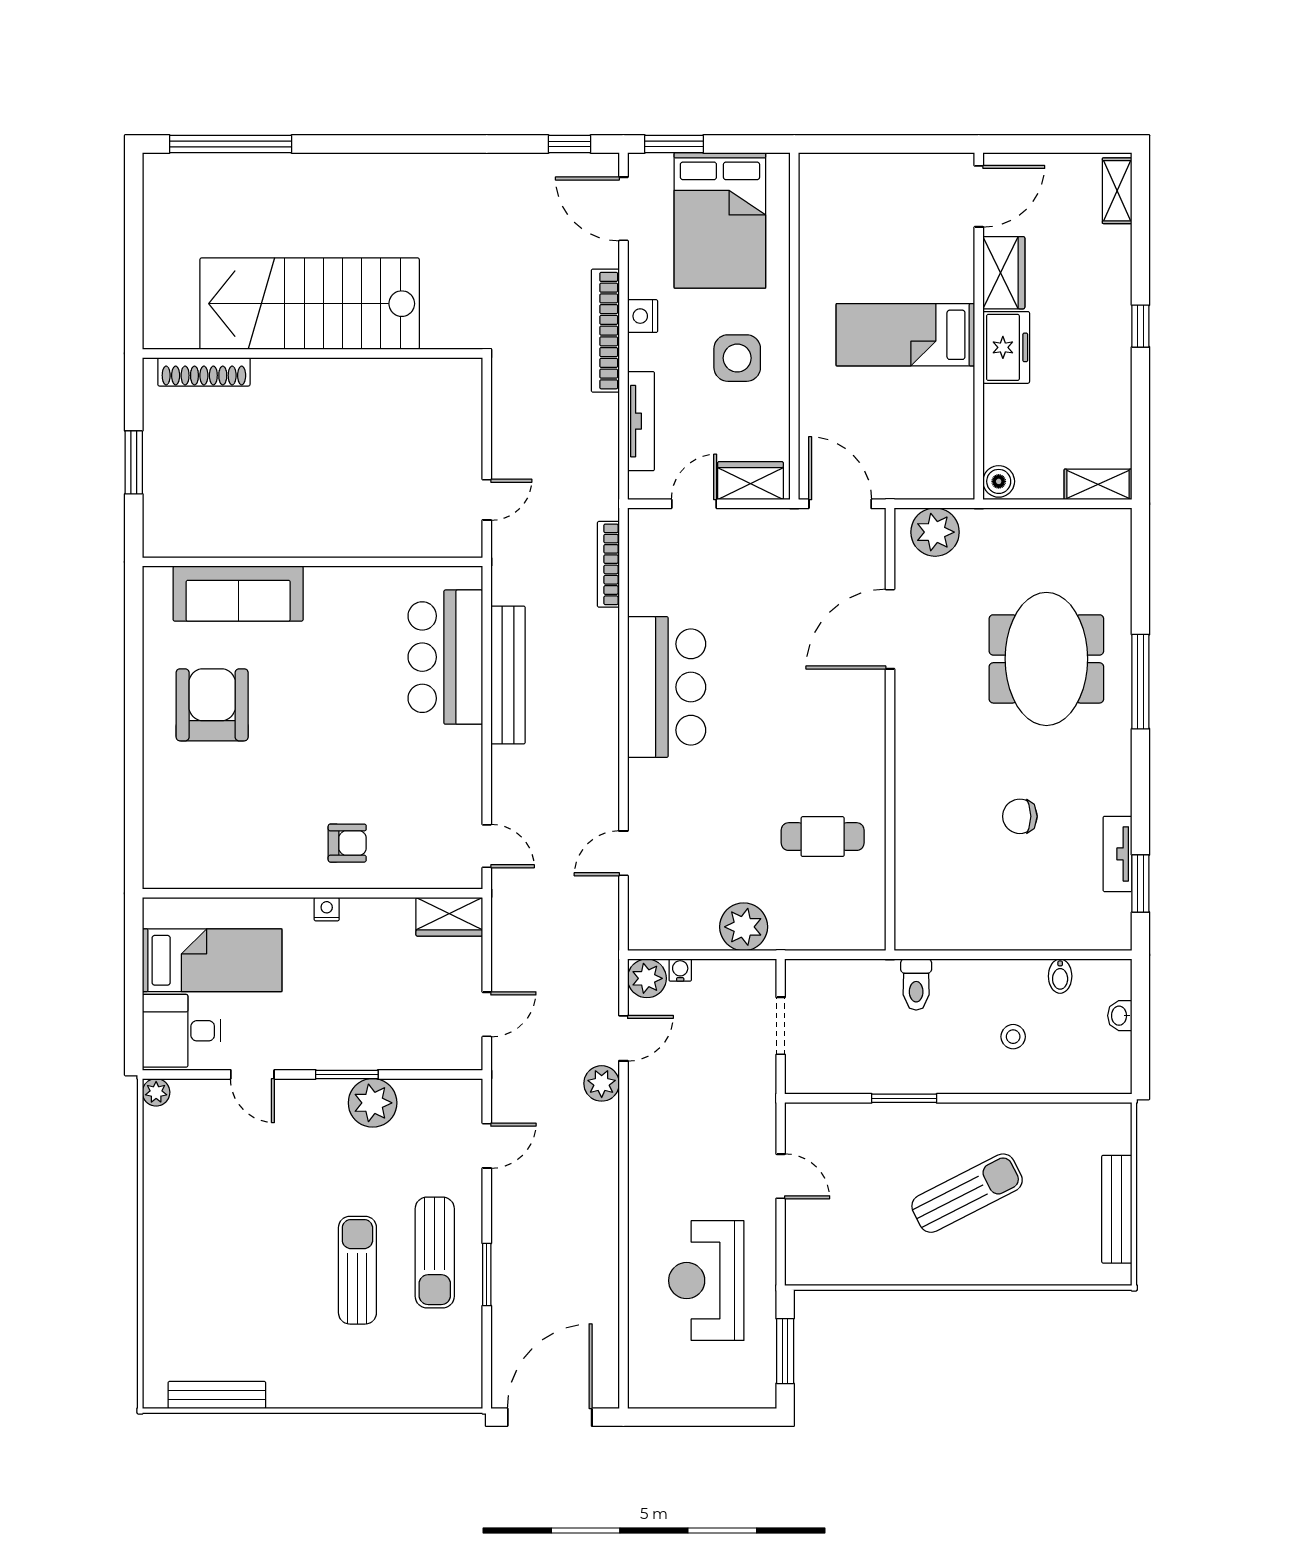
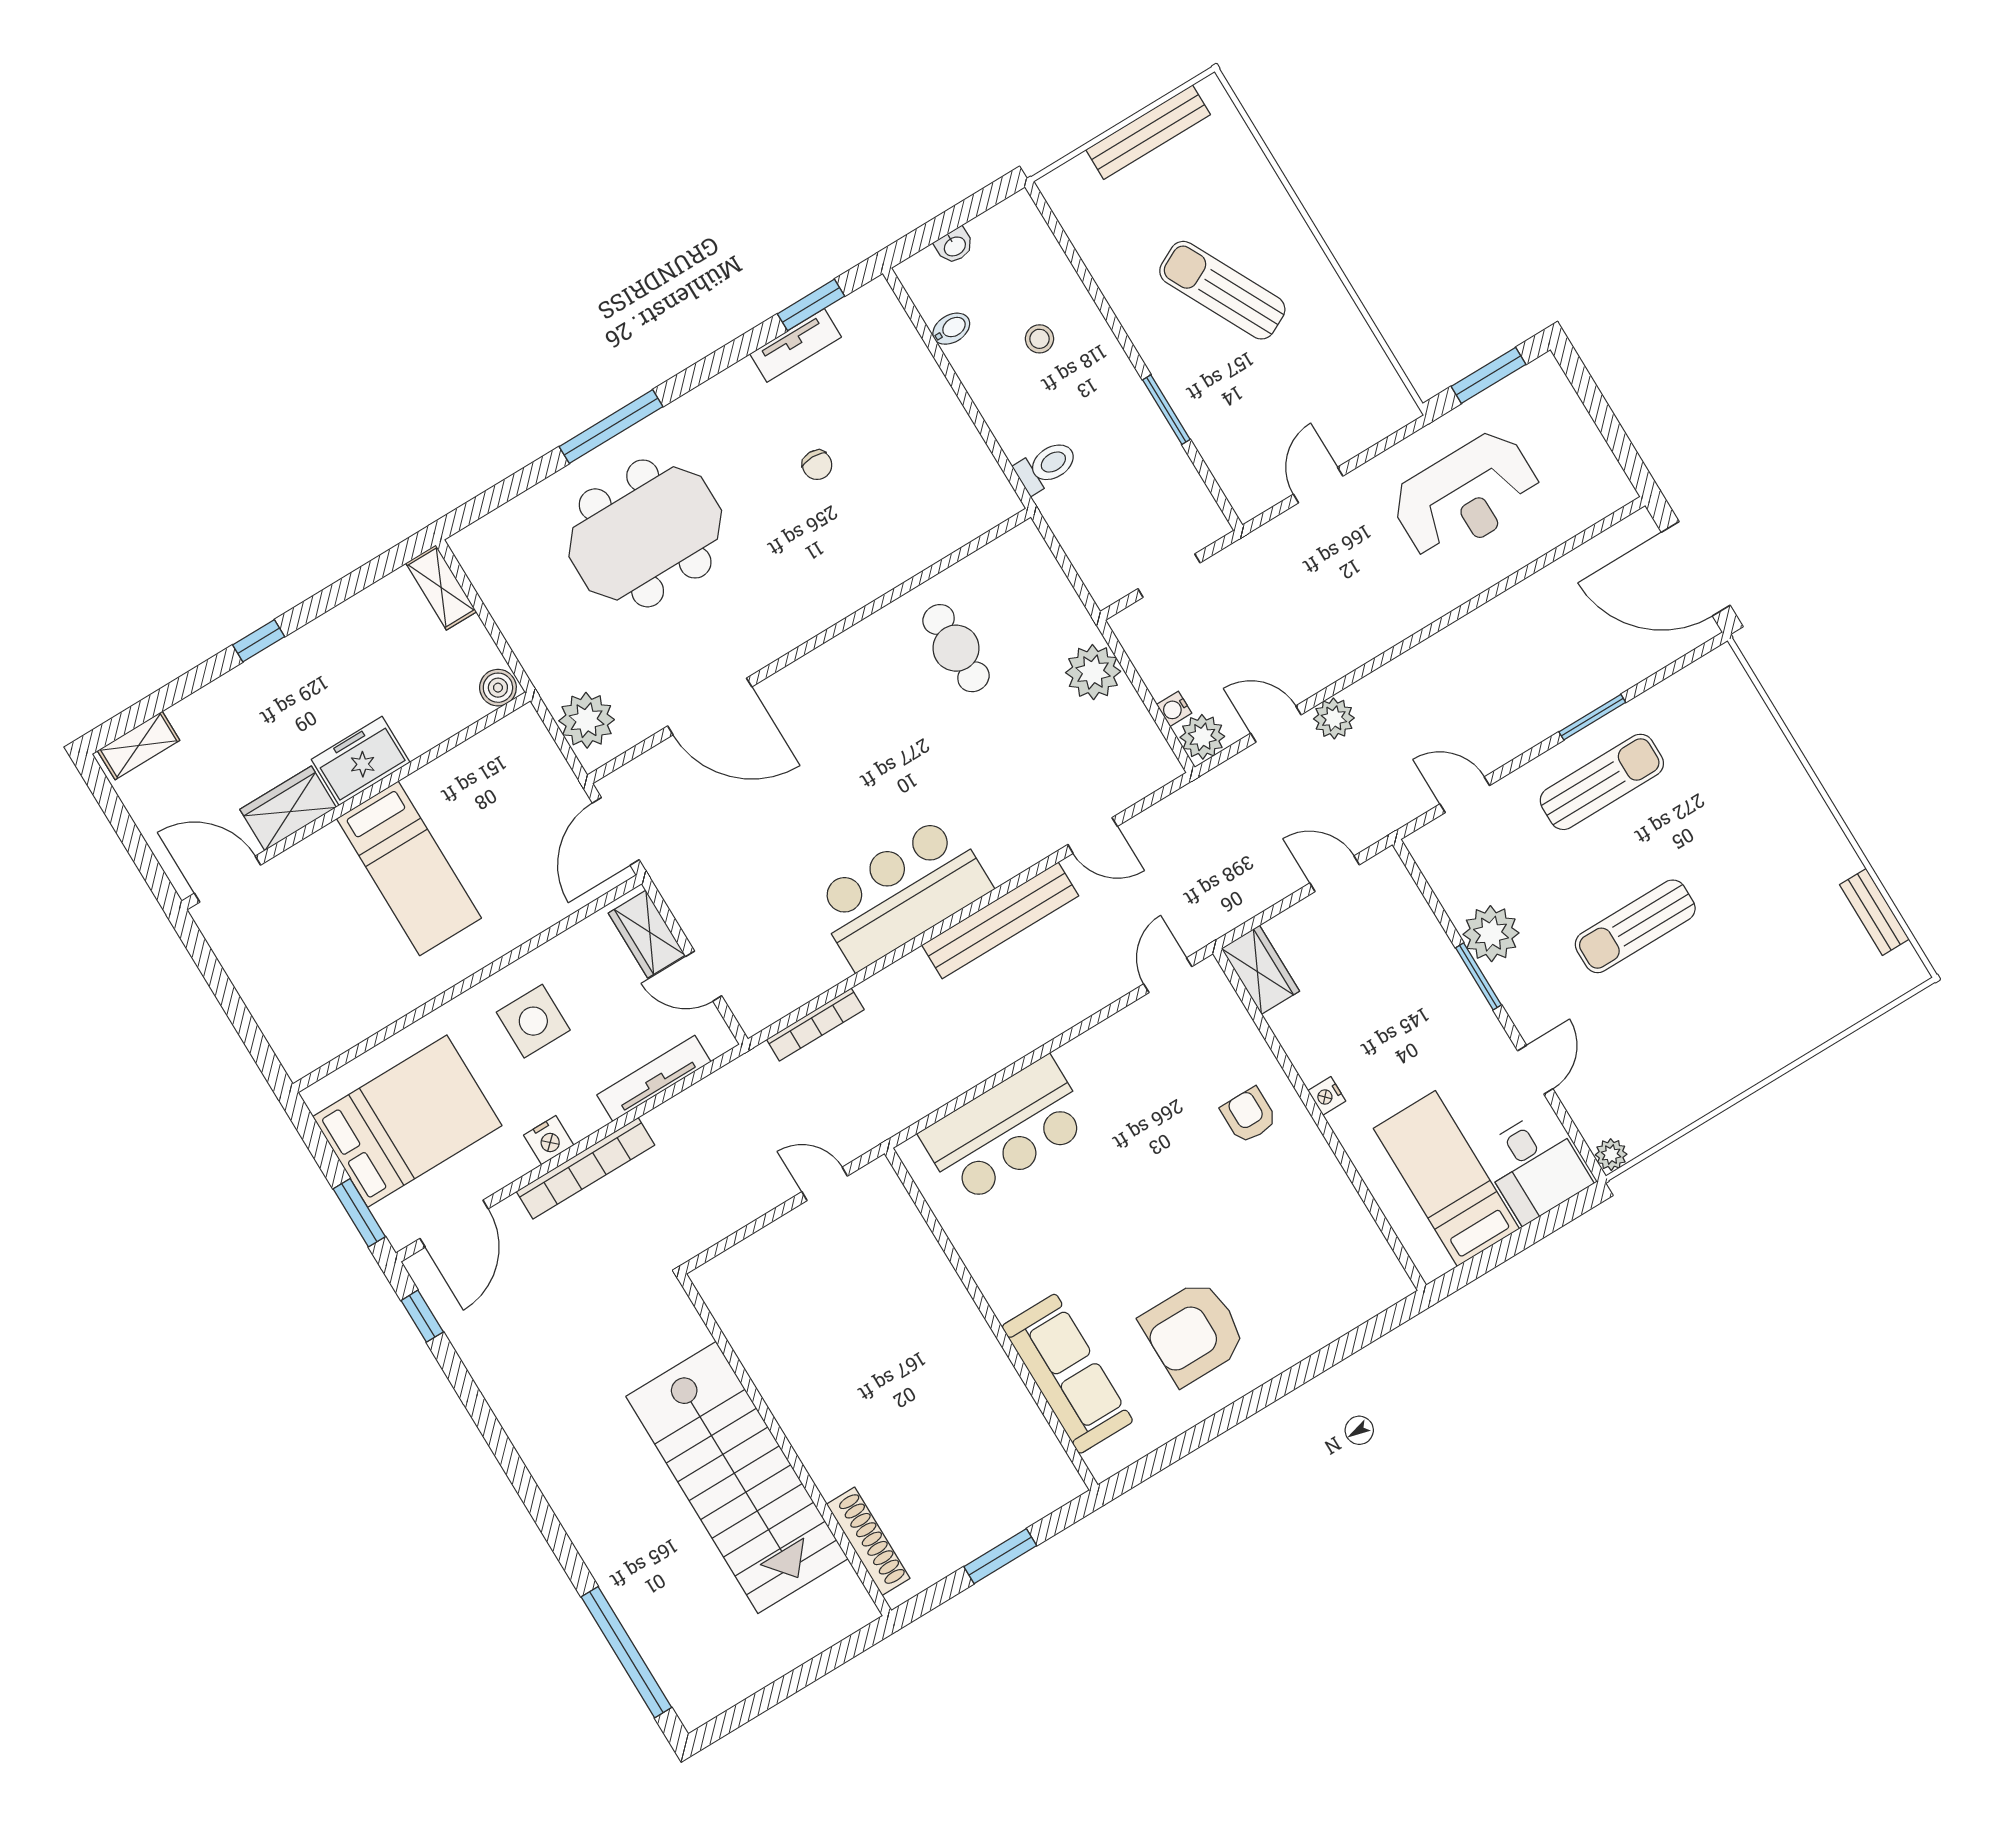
bench: (508, 675) -> (1000, 920), moved
chair: (1020, 816) -> (817, 465), width x0.73, depth x0.73
sun lounger: (357, 1270) -> (1635, 926), moved
bench: (217, 1395) -> (1874, 912), width x0.73

